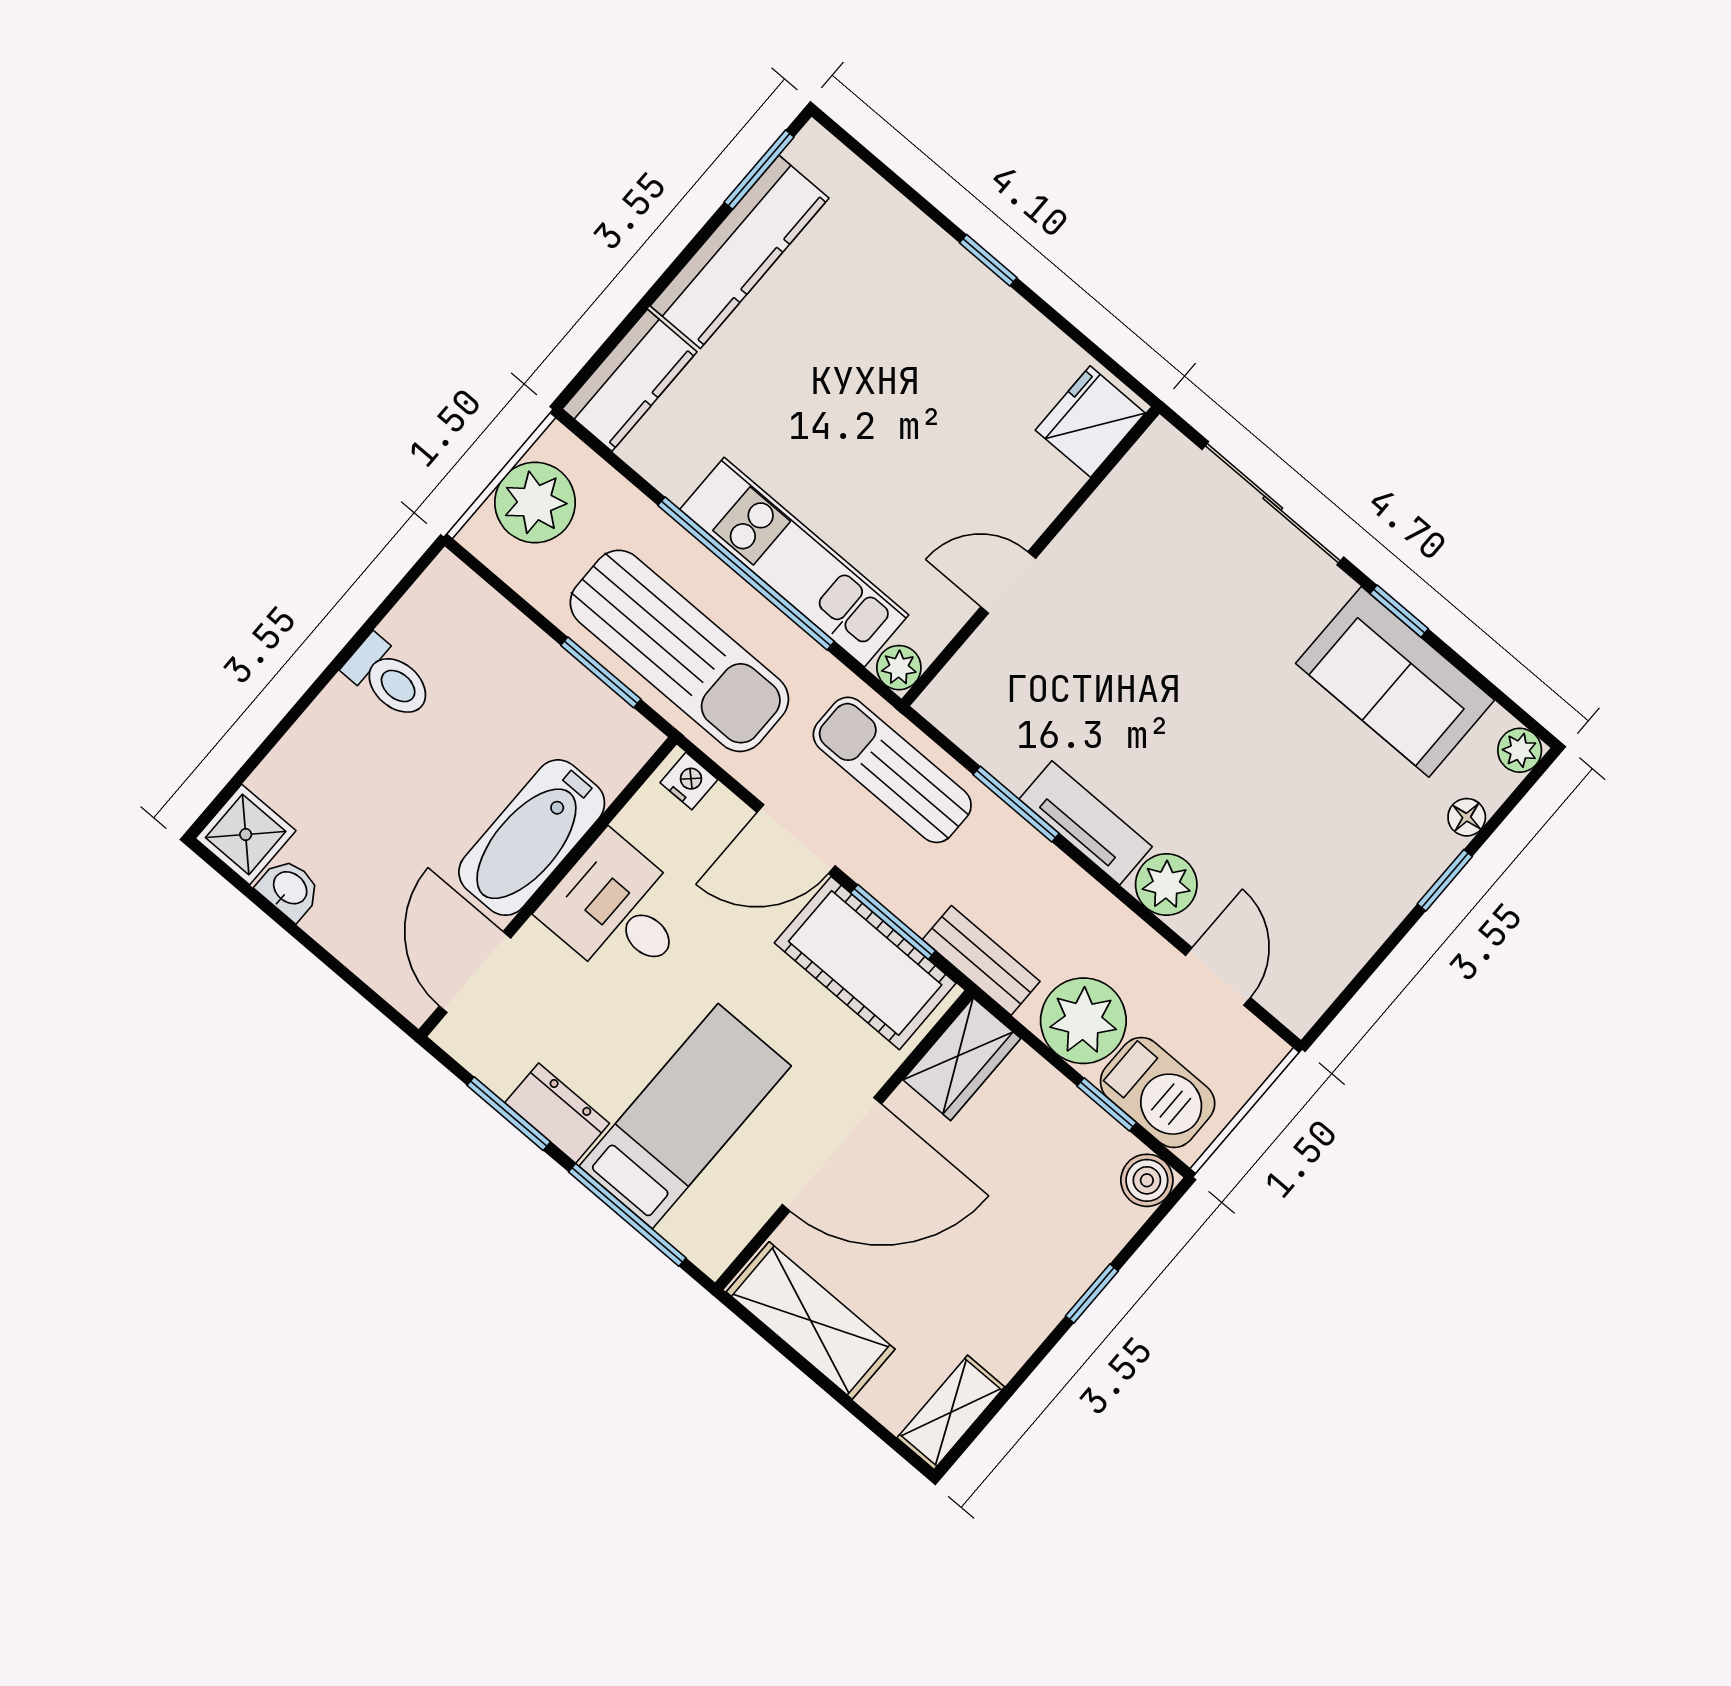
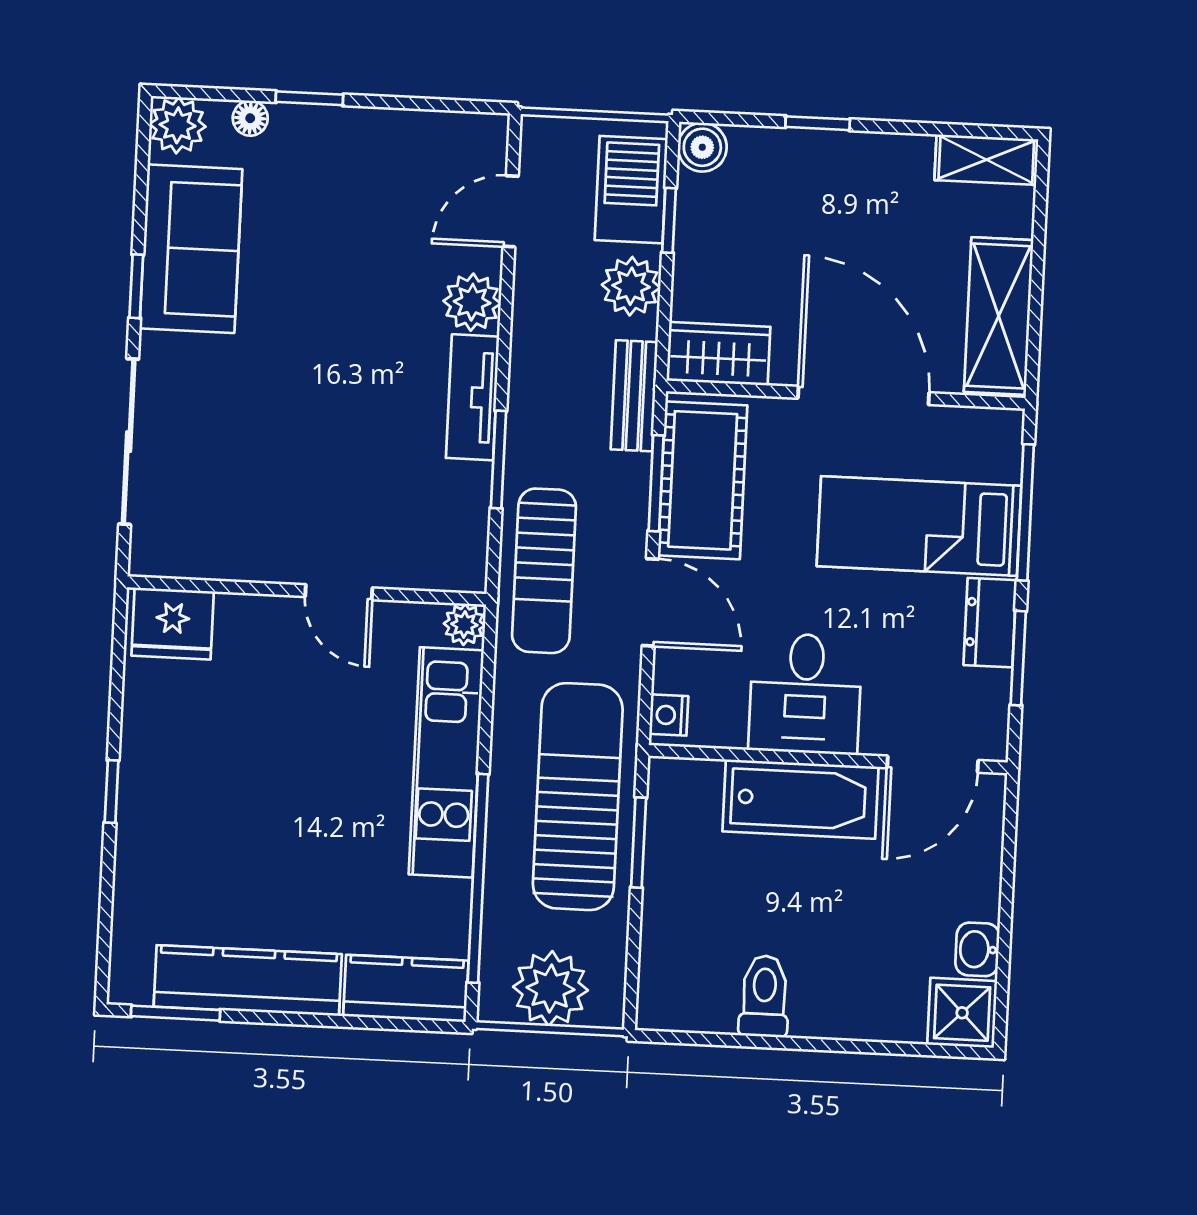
window: (746, 573) -> (478, 878), moved
plant: (1520, 750) -> (178, 125), width x1.38, depth x1.38
plant: (1083, 1021) -> (631, 286), width x0.73, depth x0.73

